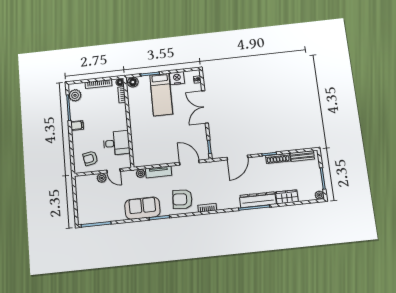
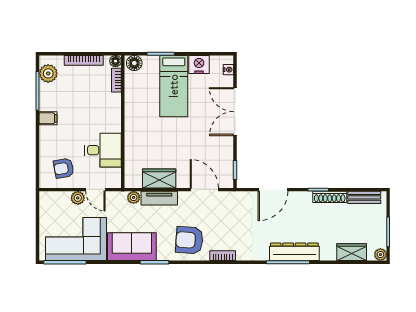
wardrobe: (157, 158) -> (159, 178), added
wardrobe: (287, 197) -> (352, 252), moved
corner sofa: (103, 207) -> (76, 239), added

